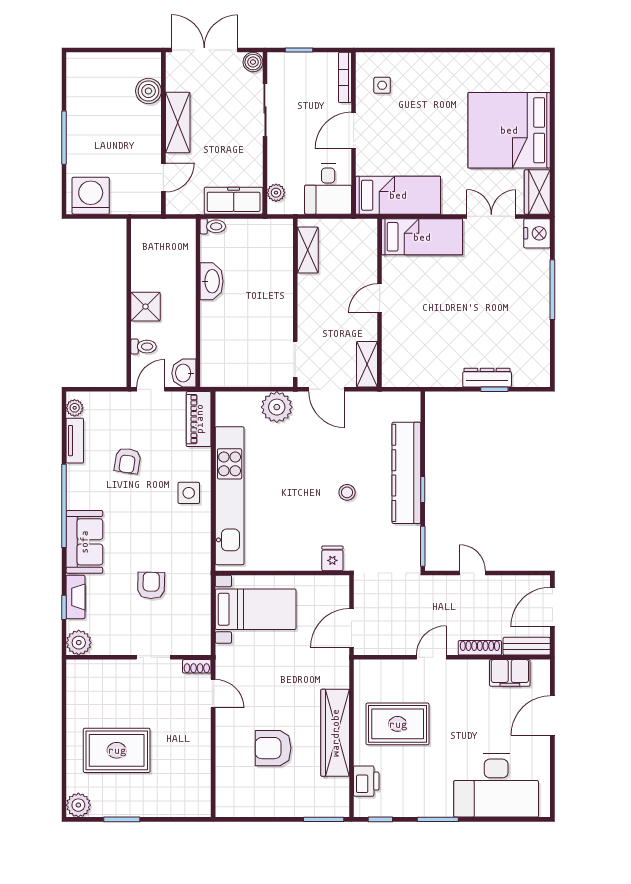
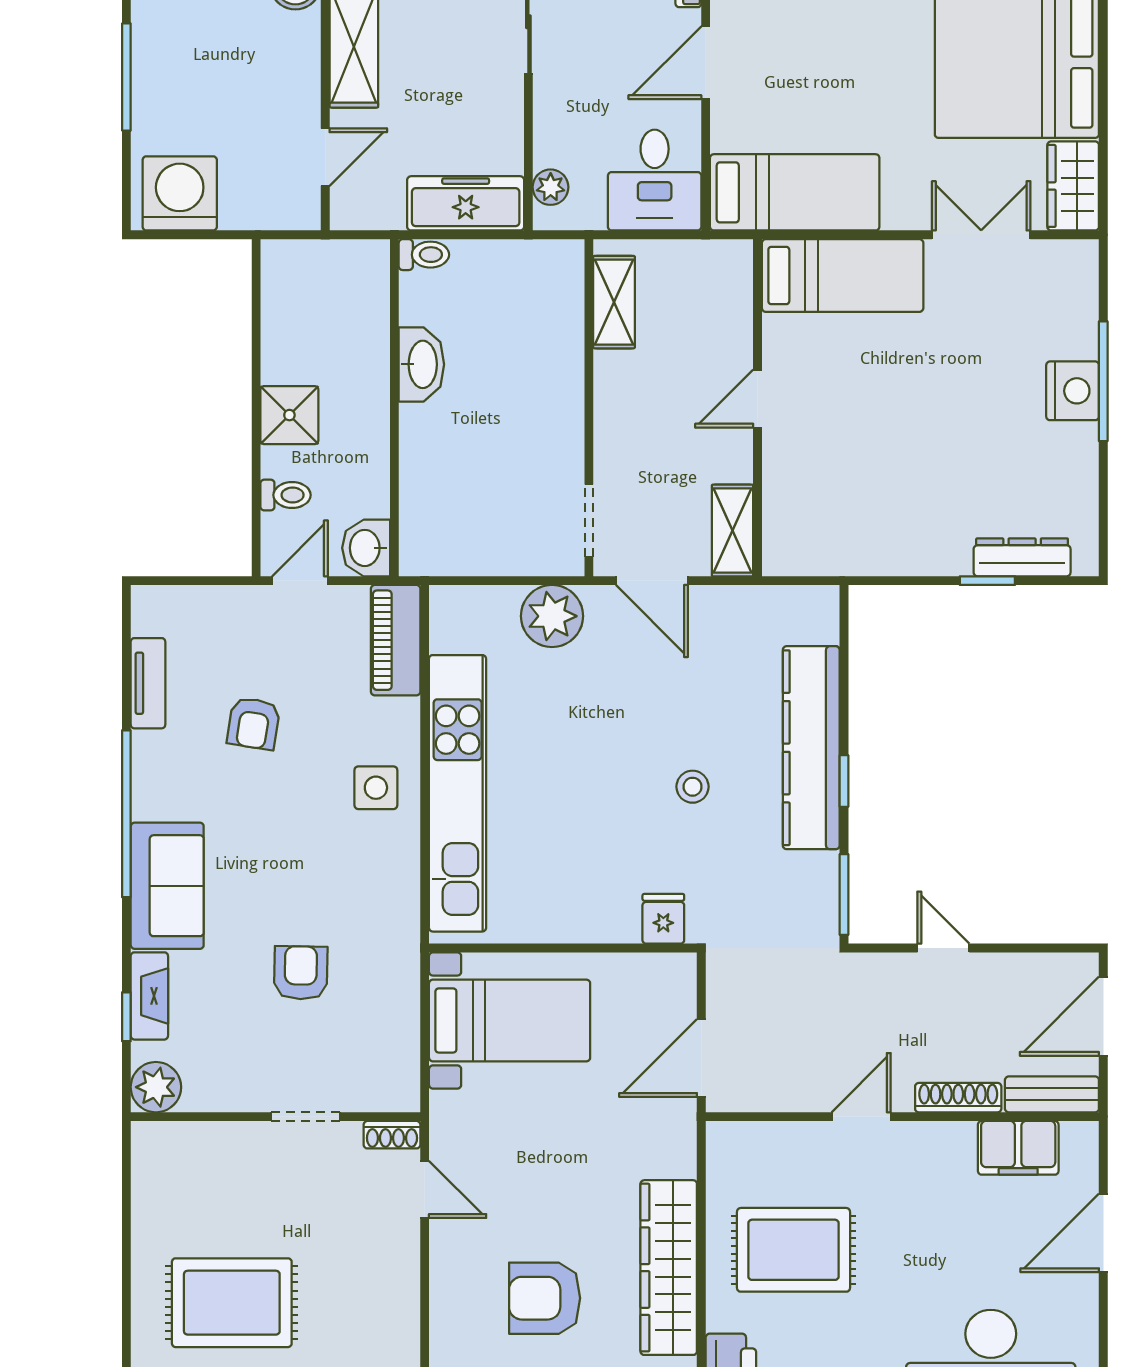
nightstand: (537, 233) -> (1073, 391), moved
dresser: (487, 378) -> (1022, 557), moved
plant: (75, 408) -> (148, 618), removed

